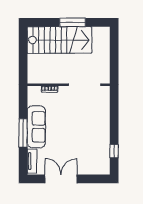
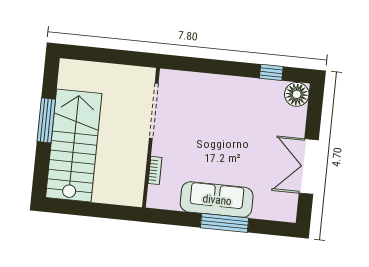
tv unit: (32, 161) -> (274, 213), removed
floor lamp: (103, 168) -> (297, 94), added

